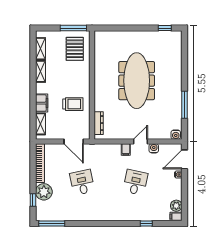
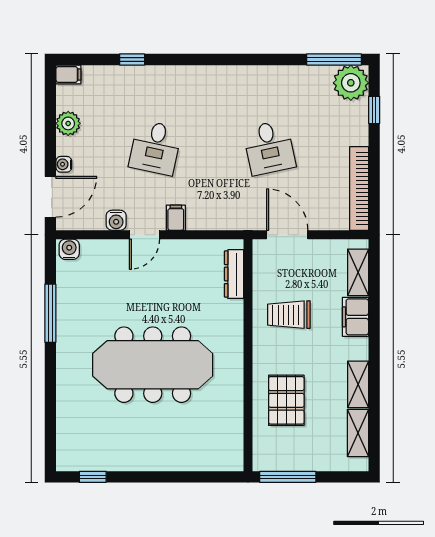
pallet: (75, 49) -> (286, 400), moved
meeting table: (137, 81) -> (153, 365), turned 90
plant: (44, 192) -> (351, 83), moved
plant: (176, 206) -> (68, 123), moved

